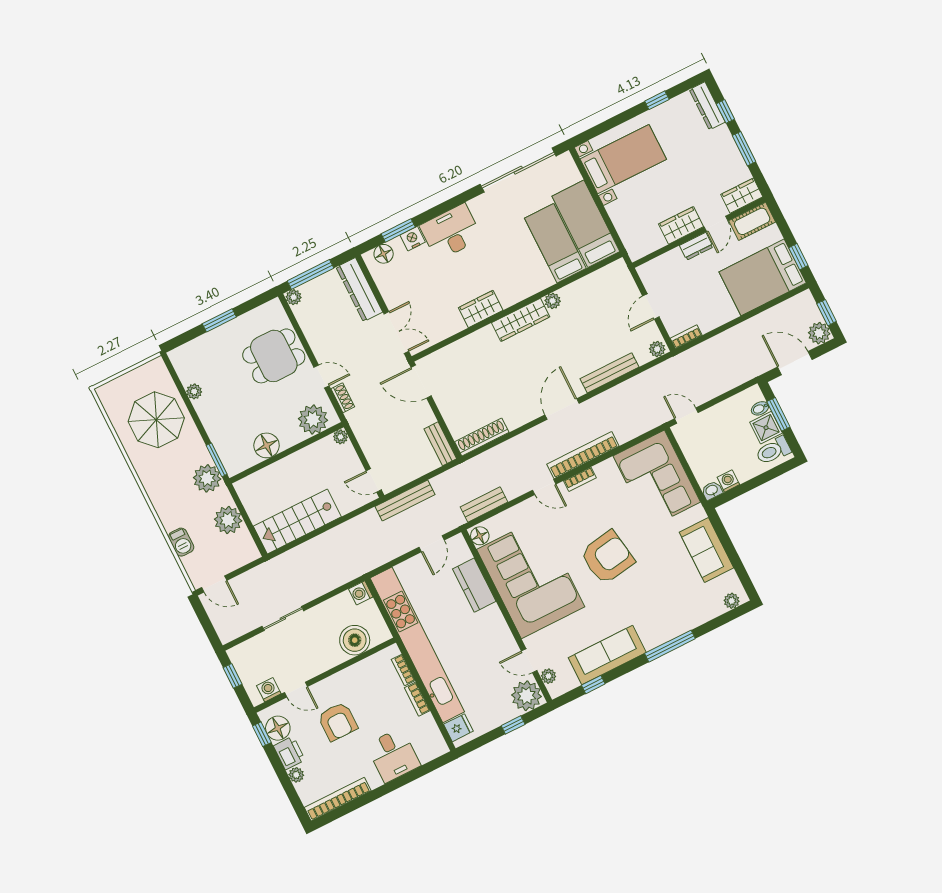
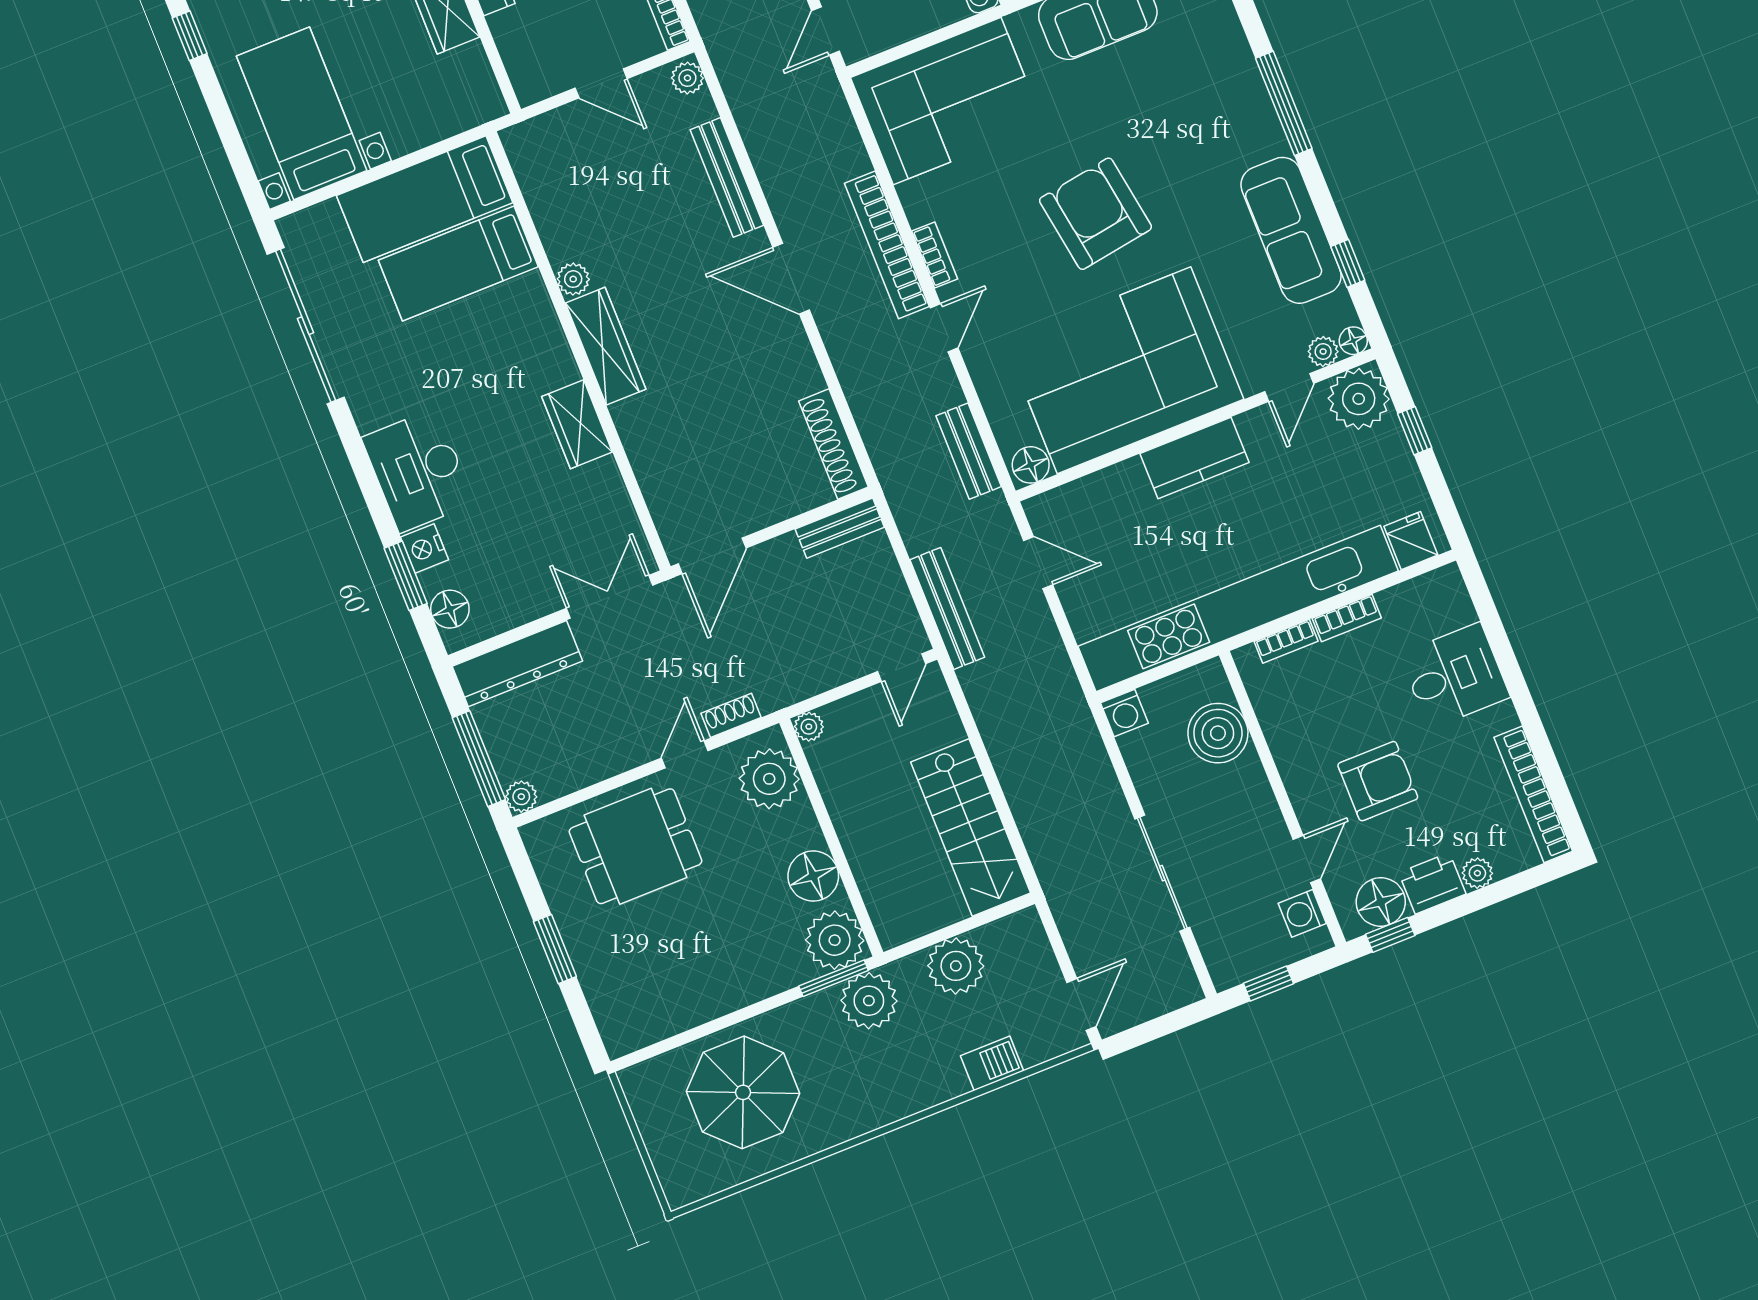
dining table: (274, 356) -> (636, 846), turned 90
plant: (194, 391) -> (835, 940), moved, width x1.88, depth x1.88
kitchen counter: (474, 585) -> (1194, 458), moved
sliding door: (283, 619) -> (1162, 873), width x1.37
floor lamp: (555, 691) -> (1353, 341), added

